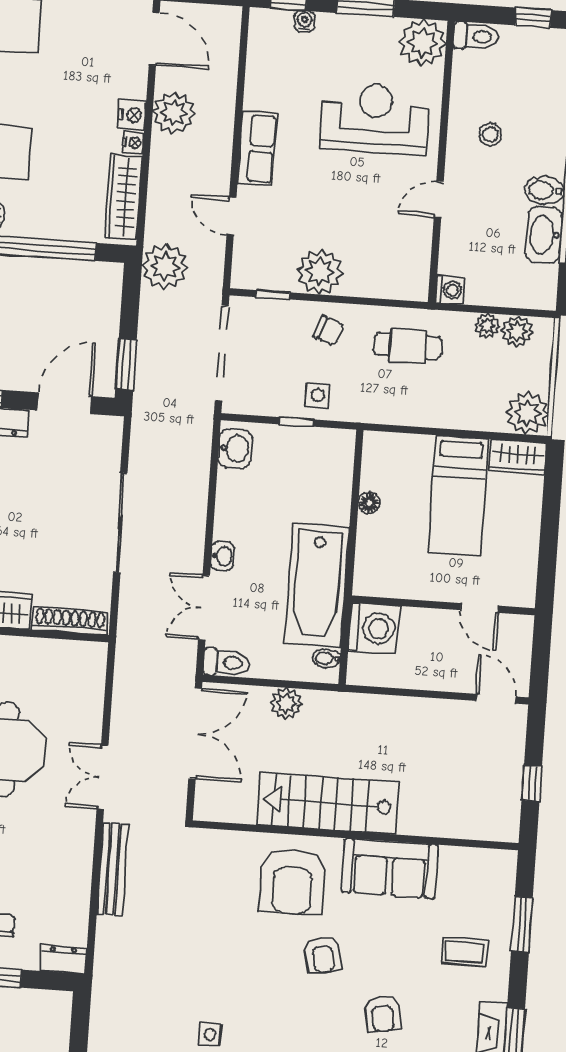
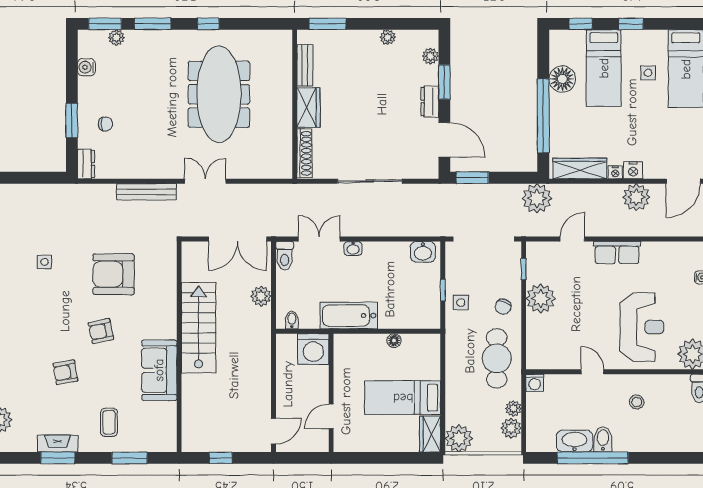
cafe table: (408, 346) -> (497, 358), width x1.37, depth x1.35
bathtub: (317, 585) -> (349, 316), width x0.73, depth x0.73
armchair: (293, 882) -> (114, 274), moved

